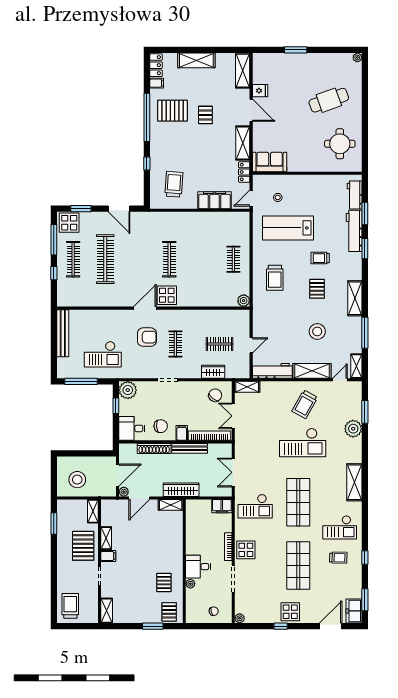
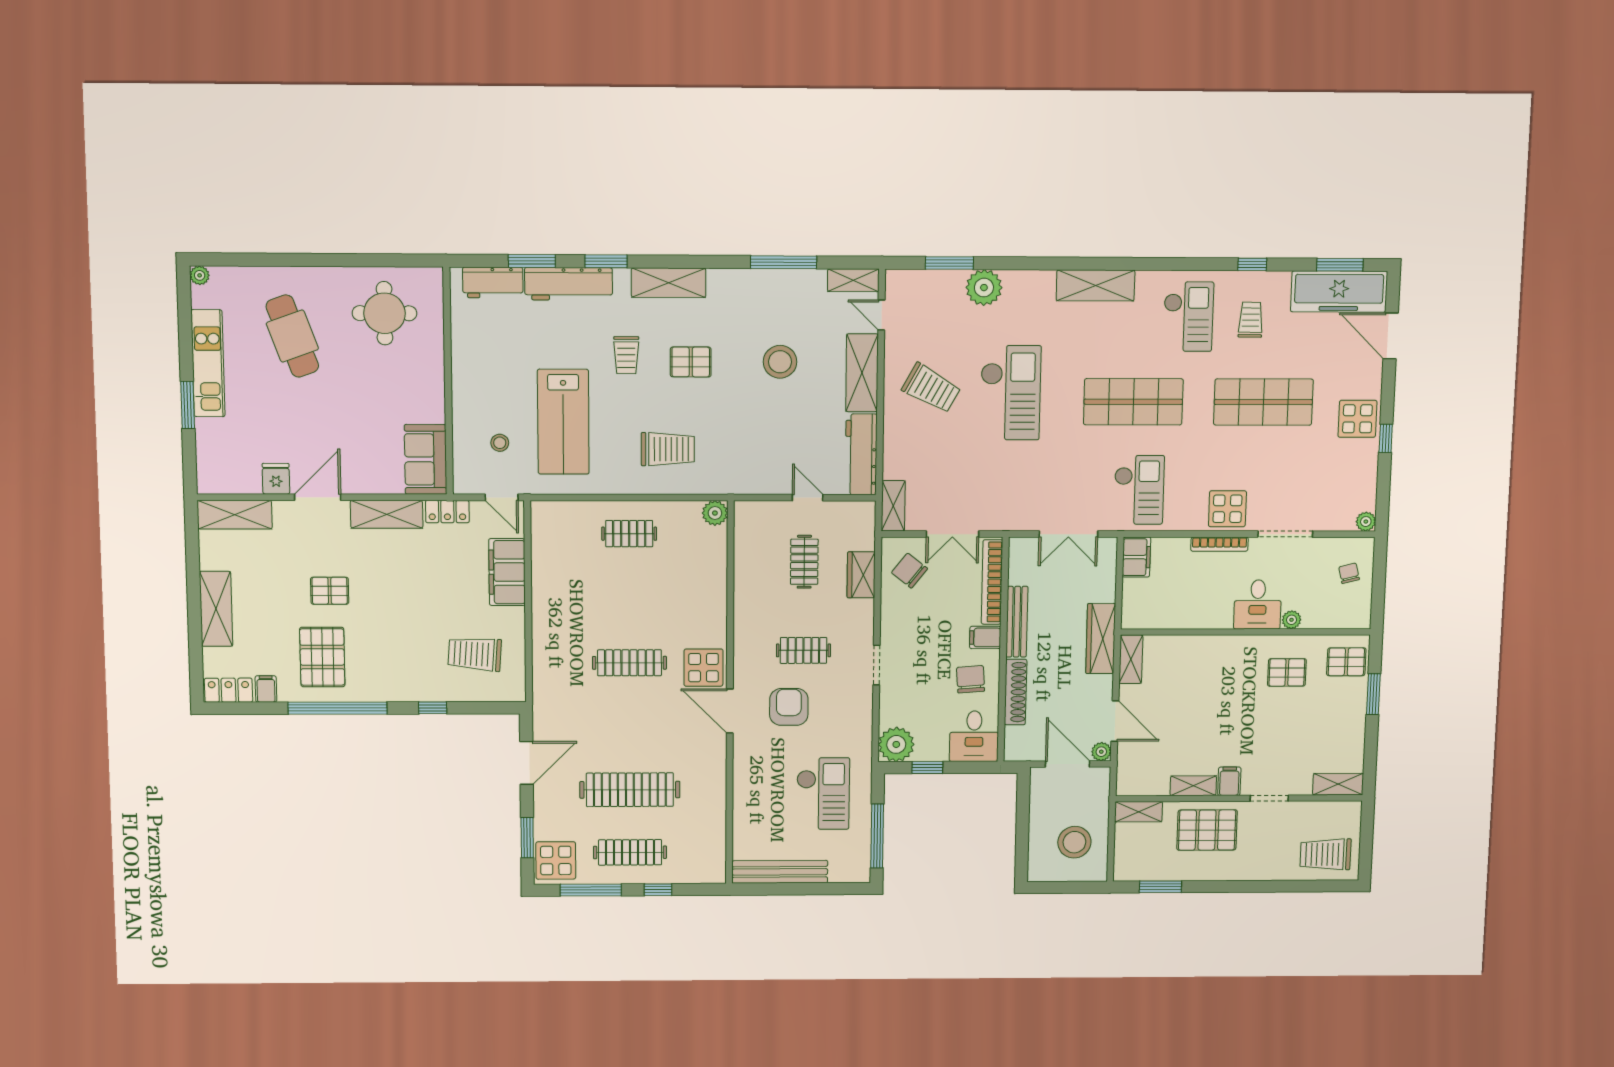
kitchen unit: (316, 60) -> (208, 363), added
shelving: (355, 298) -> (669, 283), moved
freezer: (354, 611) -> (1339, 292), width x1.91, depth x1.26

